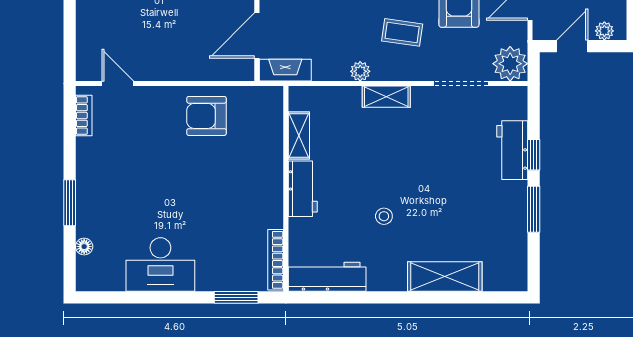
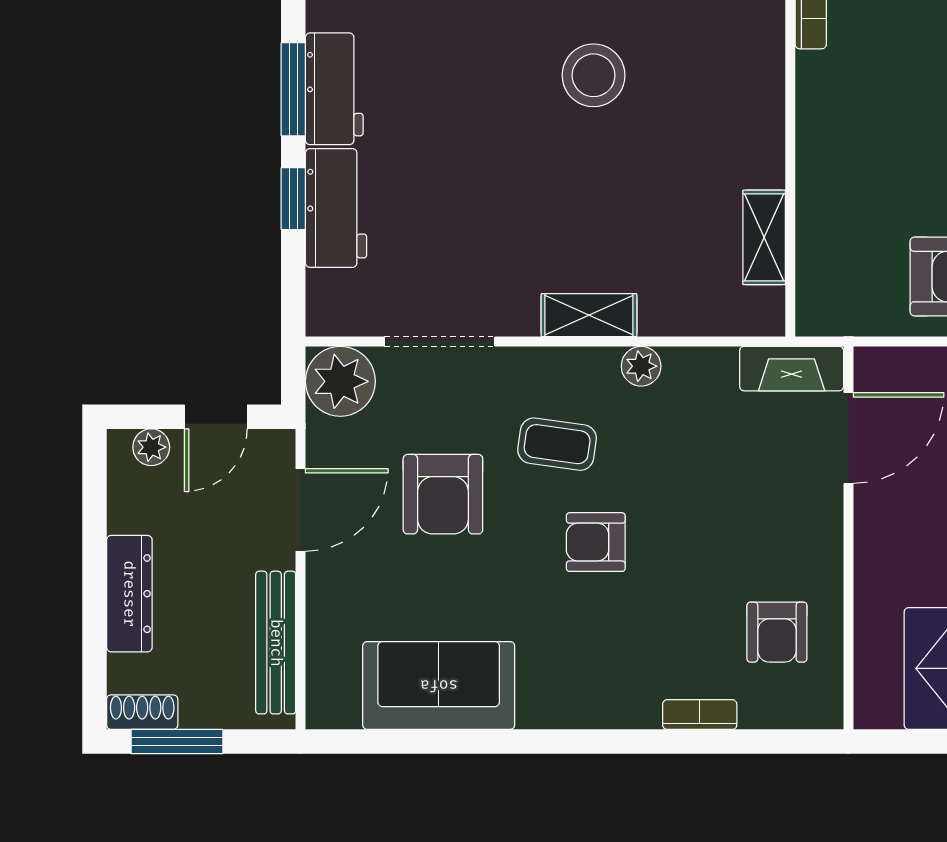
workbench: (303, 189) -> (334, 89), moved, turned 180
stool: (384, 216) -> (594, 75), width x1.89, depth x1.89

